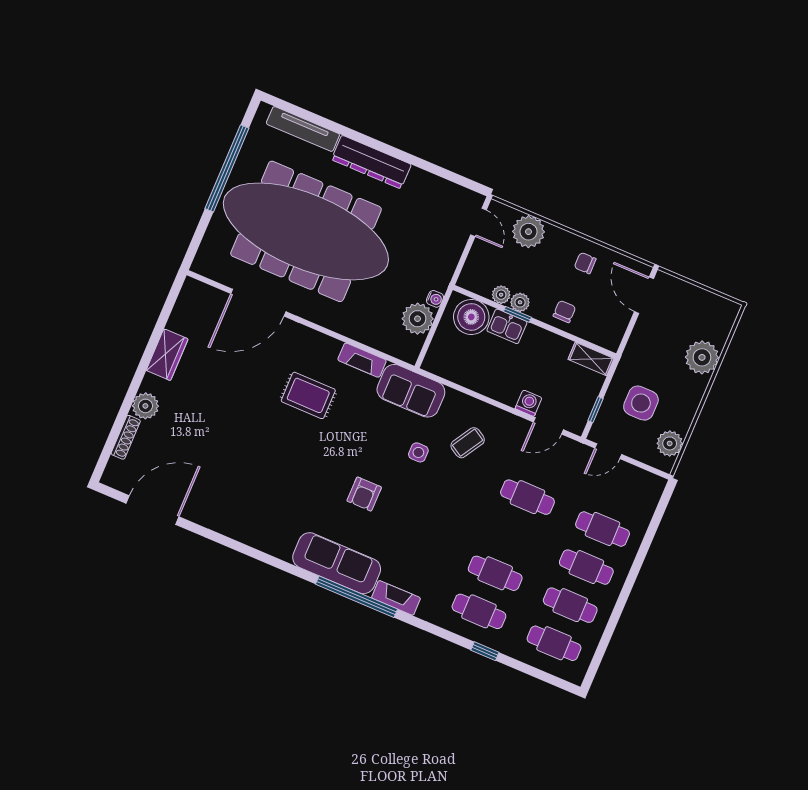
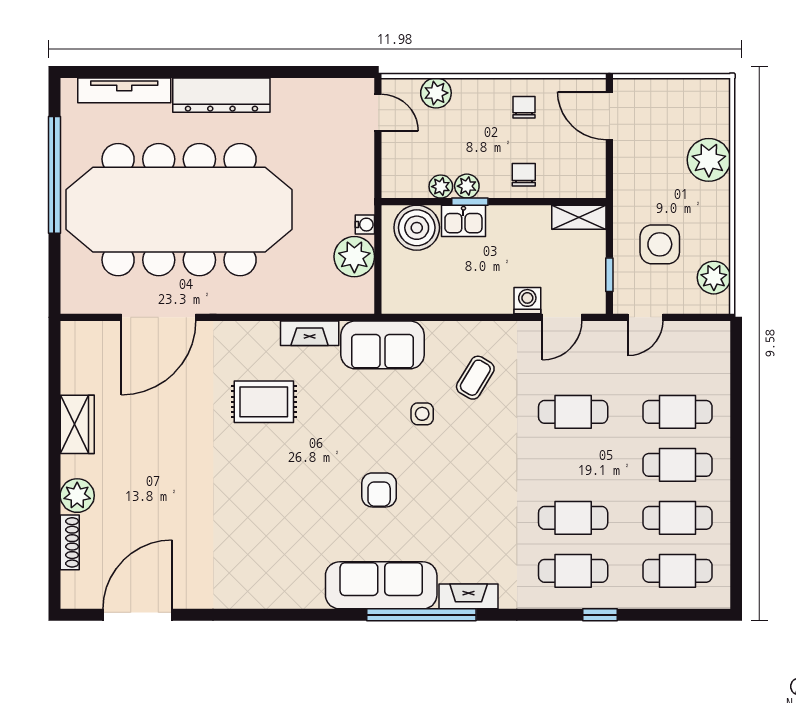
plant: (529, 232) -> (436, 93), width x0.73, depth x0.73
chair: (585, 263) -> (524, 107), turned 90

